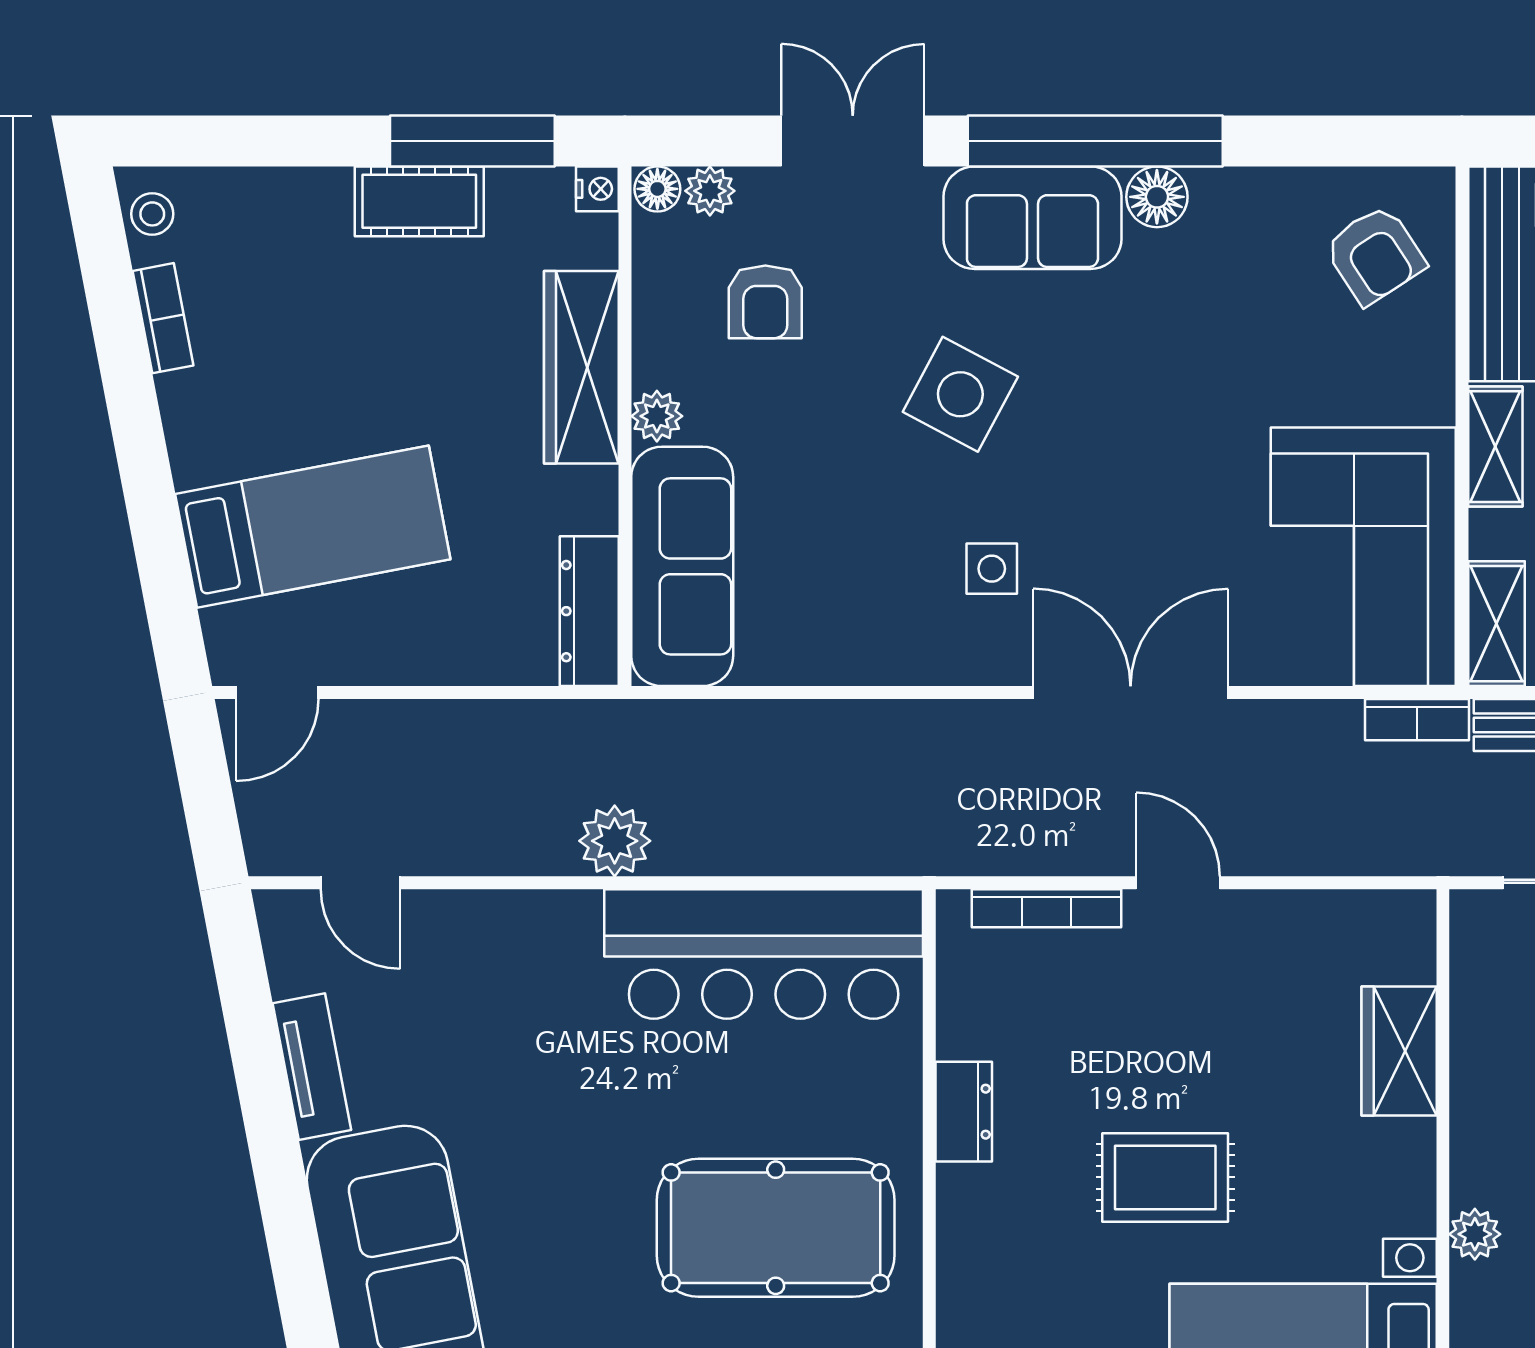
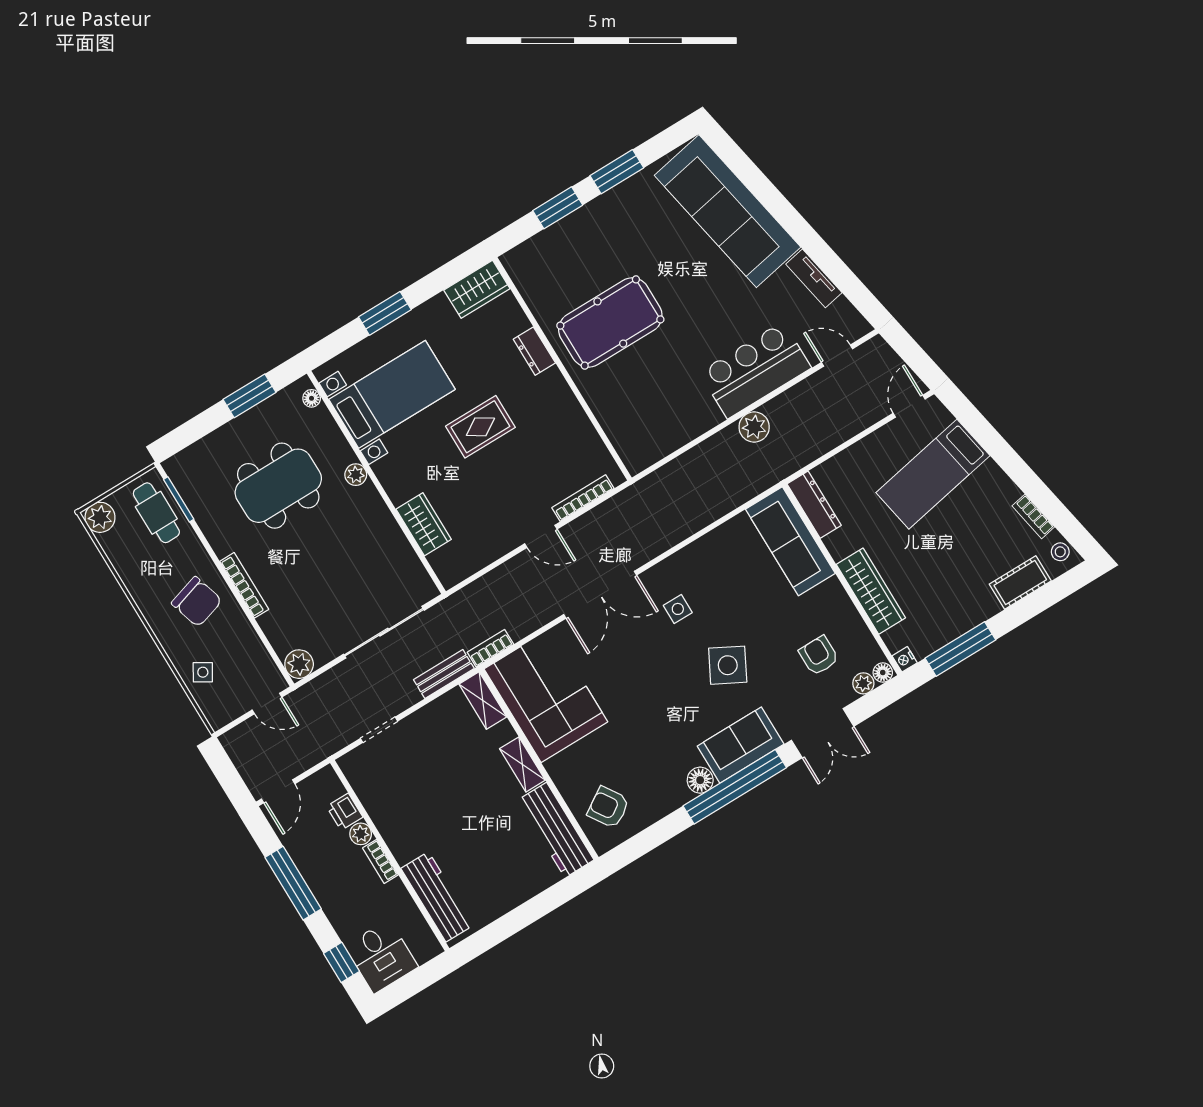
cot: (419, 201) -> (1020, 583), moved
plant: (657, 416) -> (833, 590), removed
bar counter: (764, 954) -> (755, 370), moved, width x0.73
dresser: (964, 1112) -> (534, 351), moved

